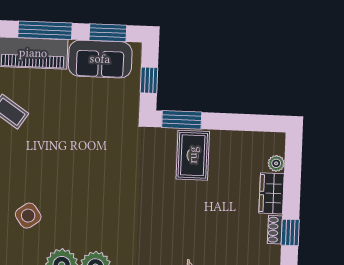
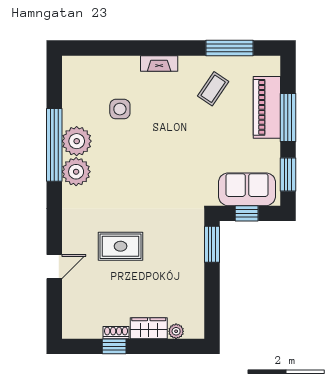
sofa: (100, 59) -> (247, 189), moved, turned 90
rug: (193, 155) -> (121, 246), moved
side table: (28, 216) -> (120, 109), turned 36

